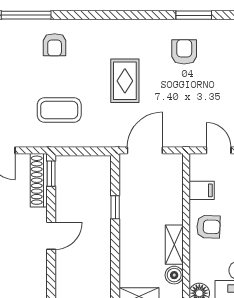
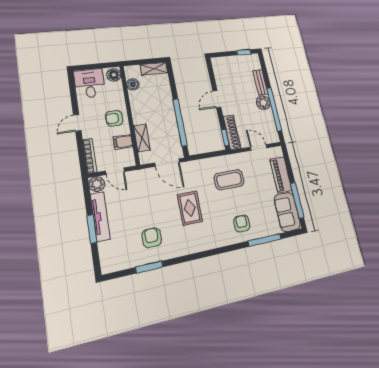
armchair: (184, 52) -> (152, 238), turned 180
door: (145, 150) -> (167, 163), hinge flipped
window: (115, 207) -> (180, 122), width x3.17
shelving: (174, 245) -> (142, 138), moved

